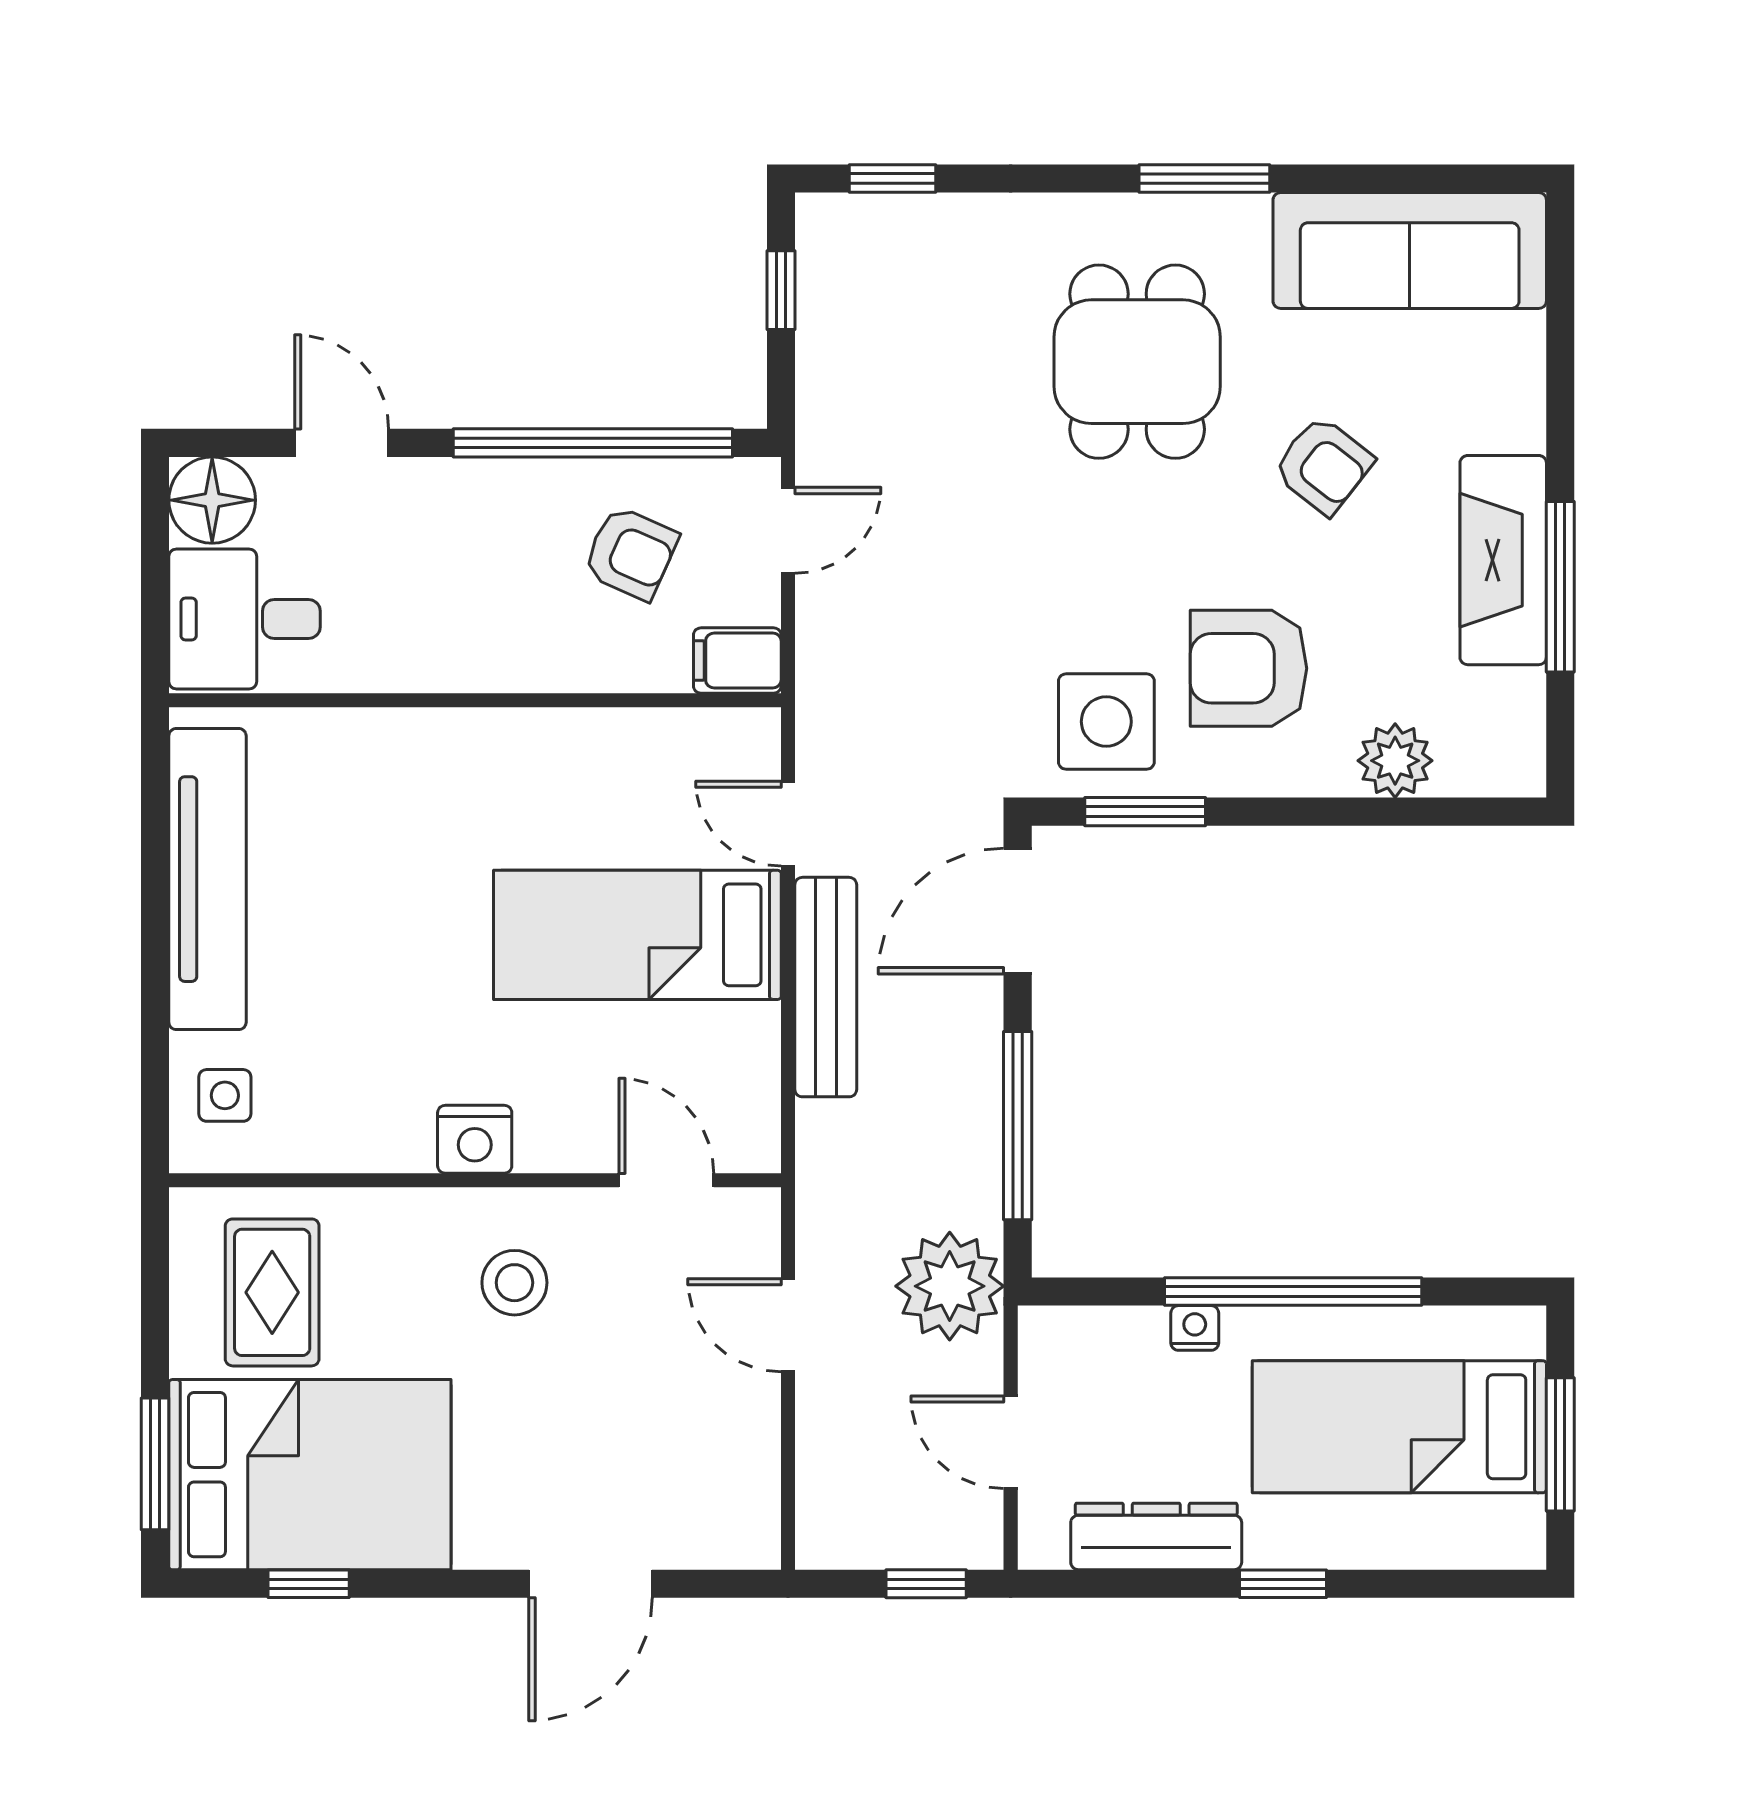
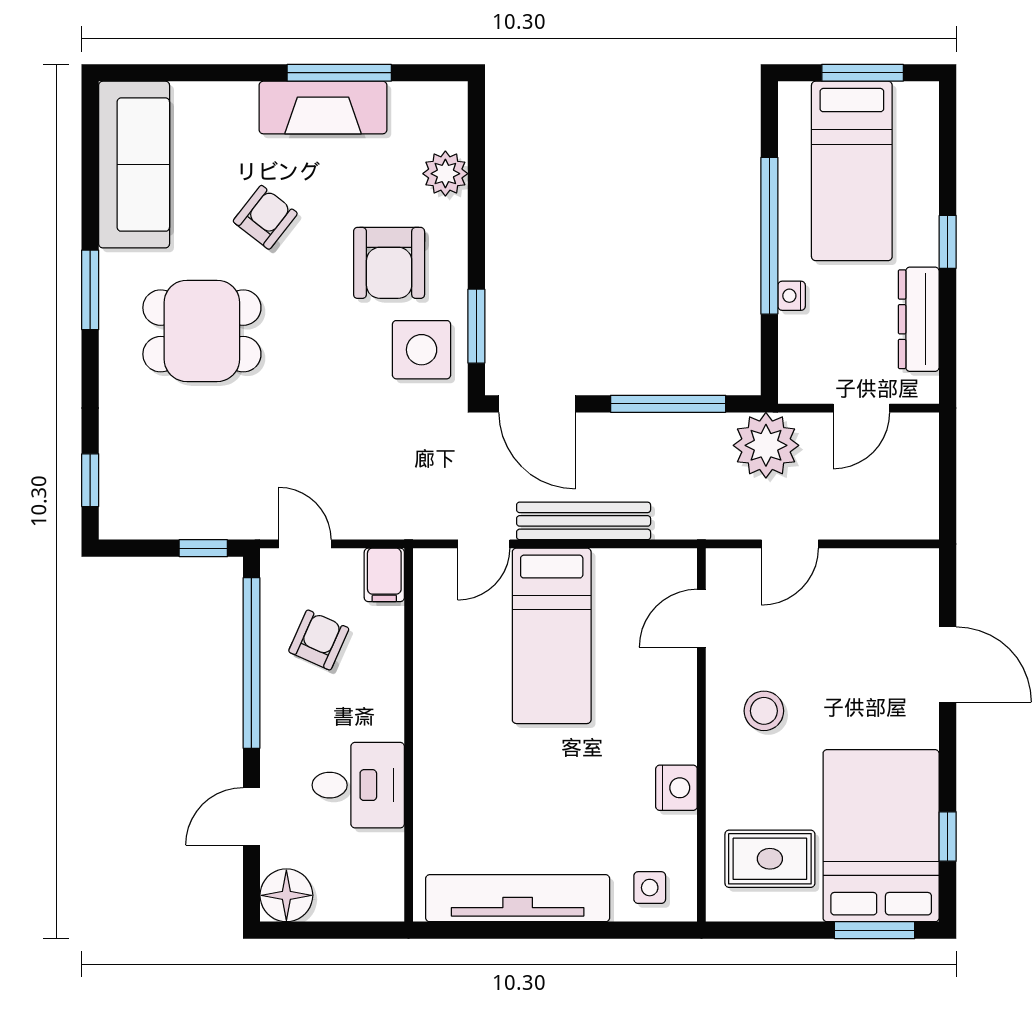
window: (781, 290) -> (203, 548), moved
desk: (244, 619) -> (358, 785), moved, turned -90
nightstand: (475, 1139) -> (676, 788), moved
window: (926, 1584) -> (948, 460), removed

